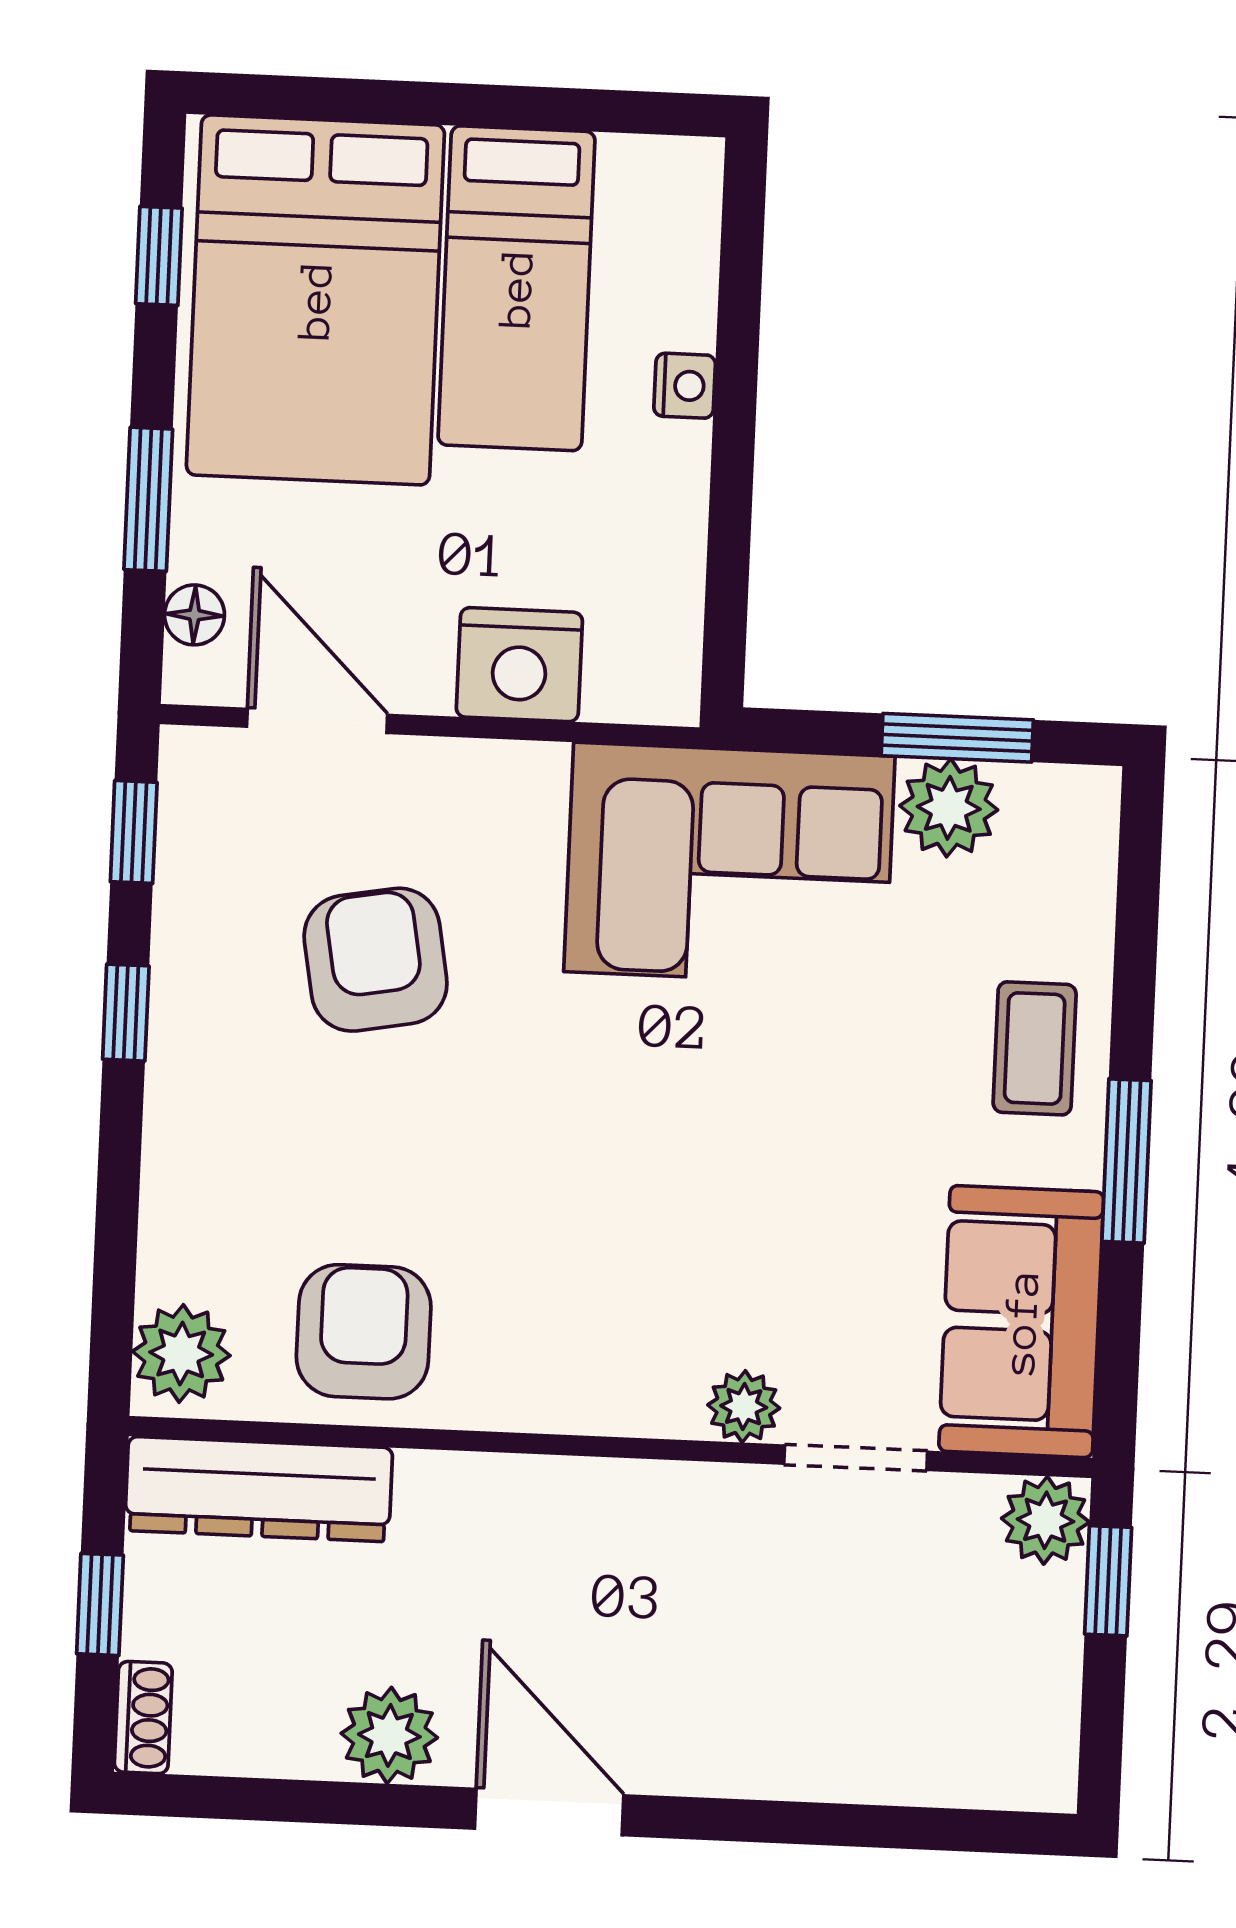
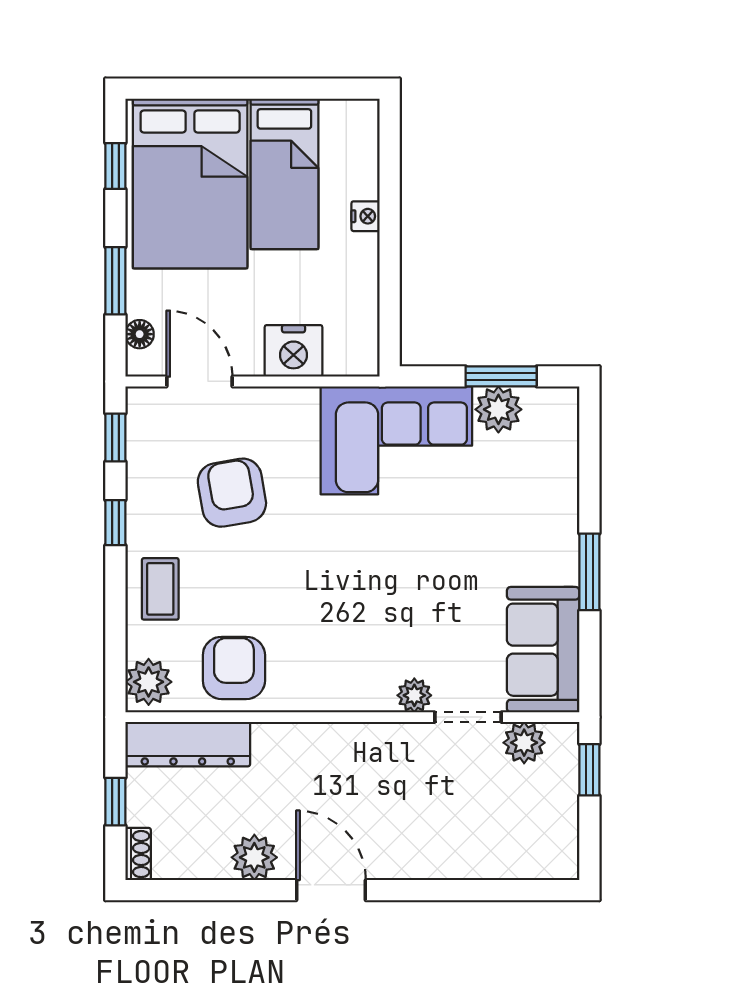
coffee table: (1035, 1048) -> (160, 589), moved
plant: (1045, 1520) -> (524, 743), moved

